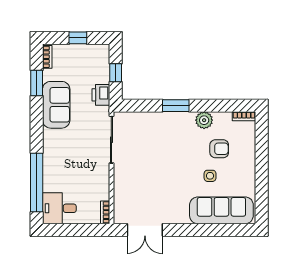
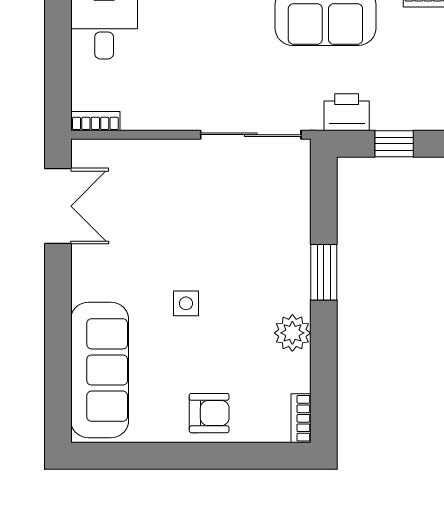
armchair: (219, 149) -> (209, 413), moved, turned -90
side table: (210, 176) -> (186, 303), moved
double door: (145, 230) -> (58, 206), swing flipped

